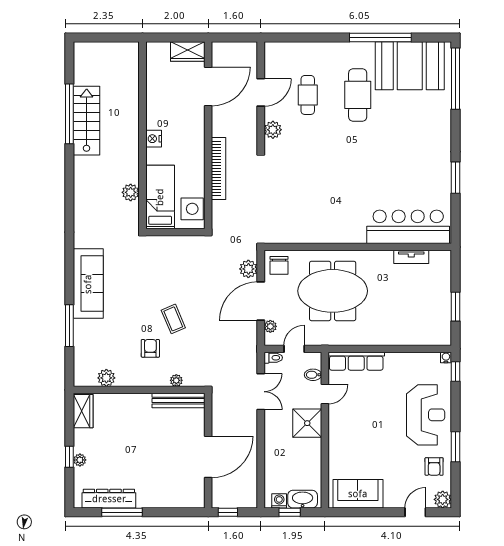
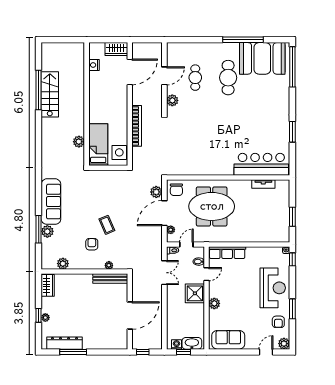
nightstand: (154, 139) -> (94, 65), moved
plant: (83, 329) -> (47, 231), added
plant: (337, 439) -> (214, 303), added

